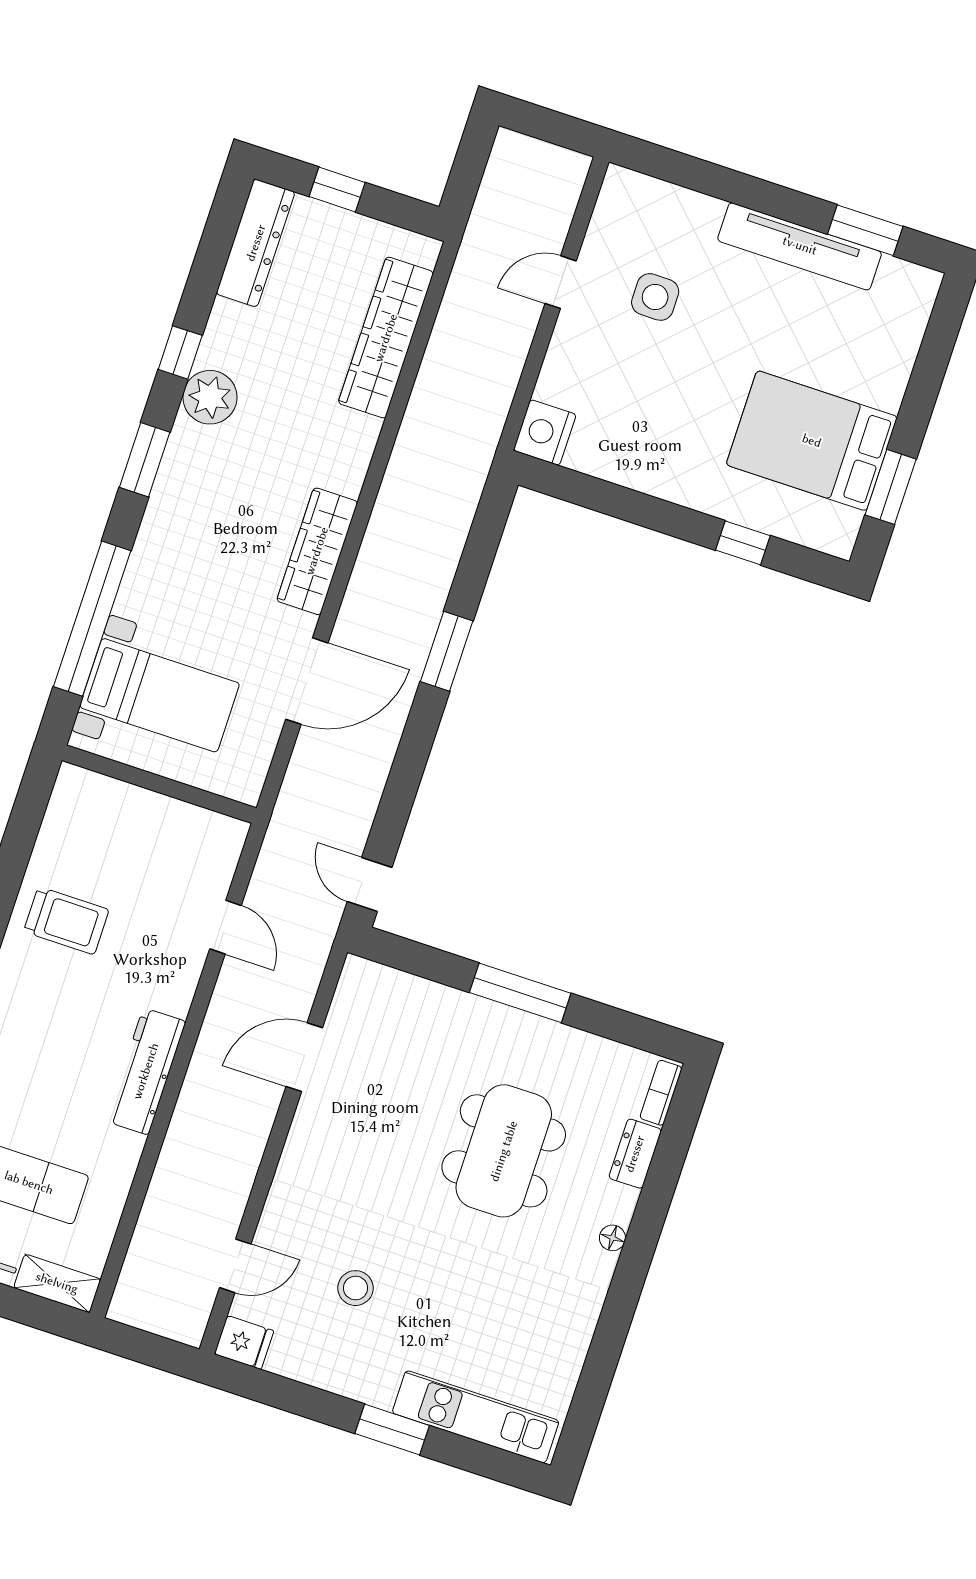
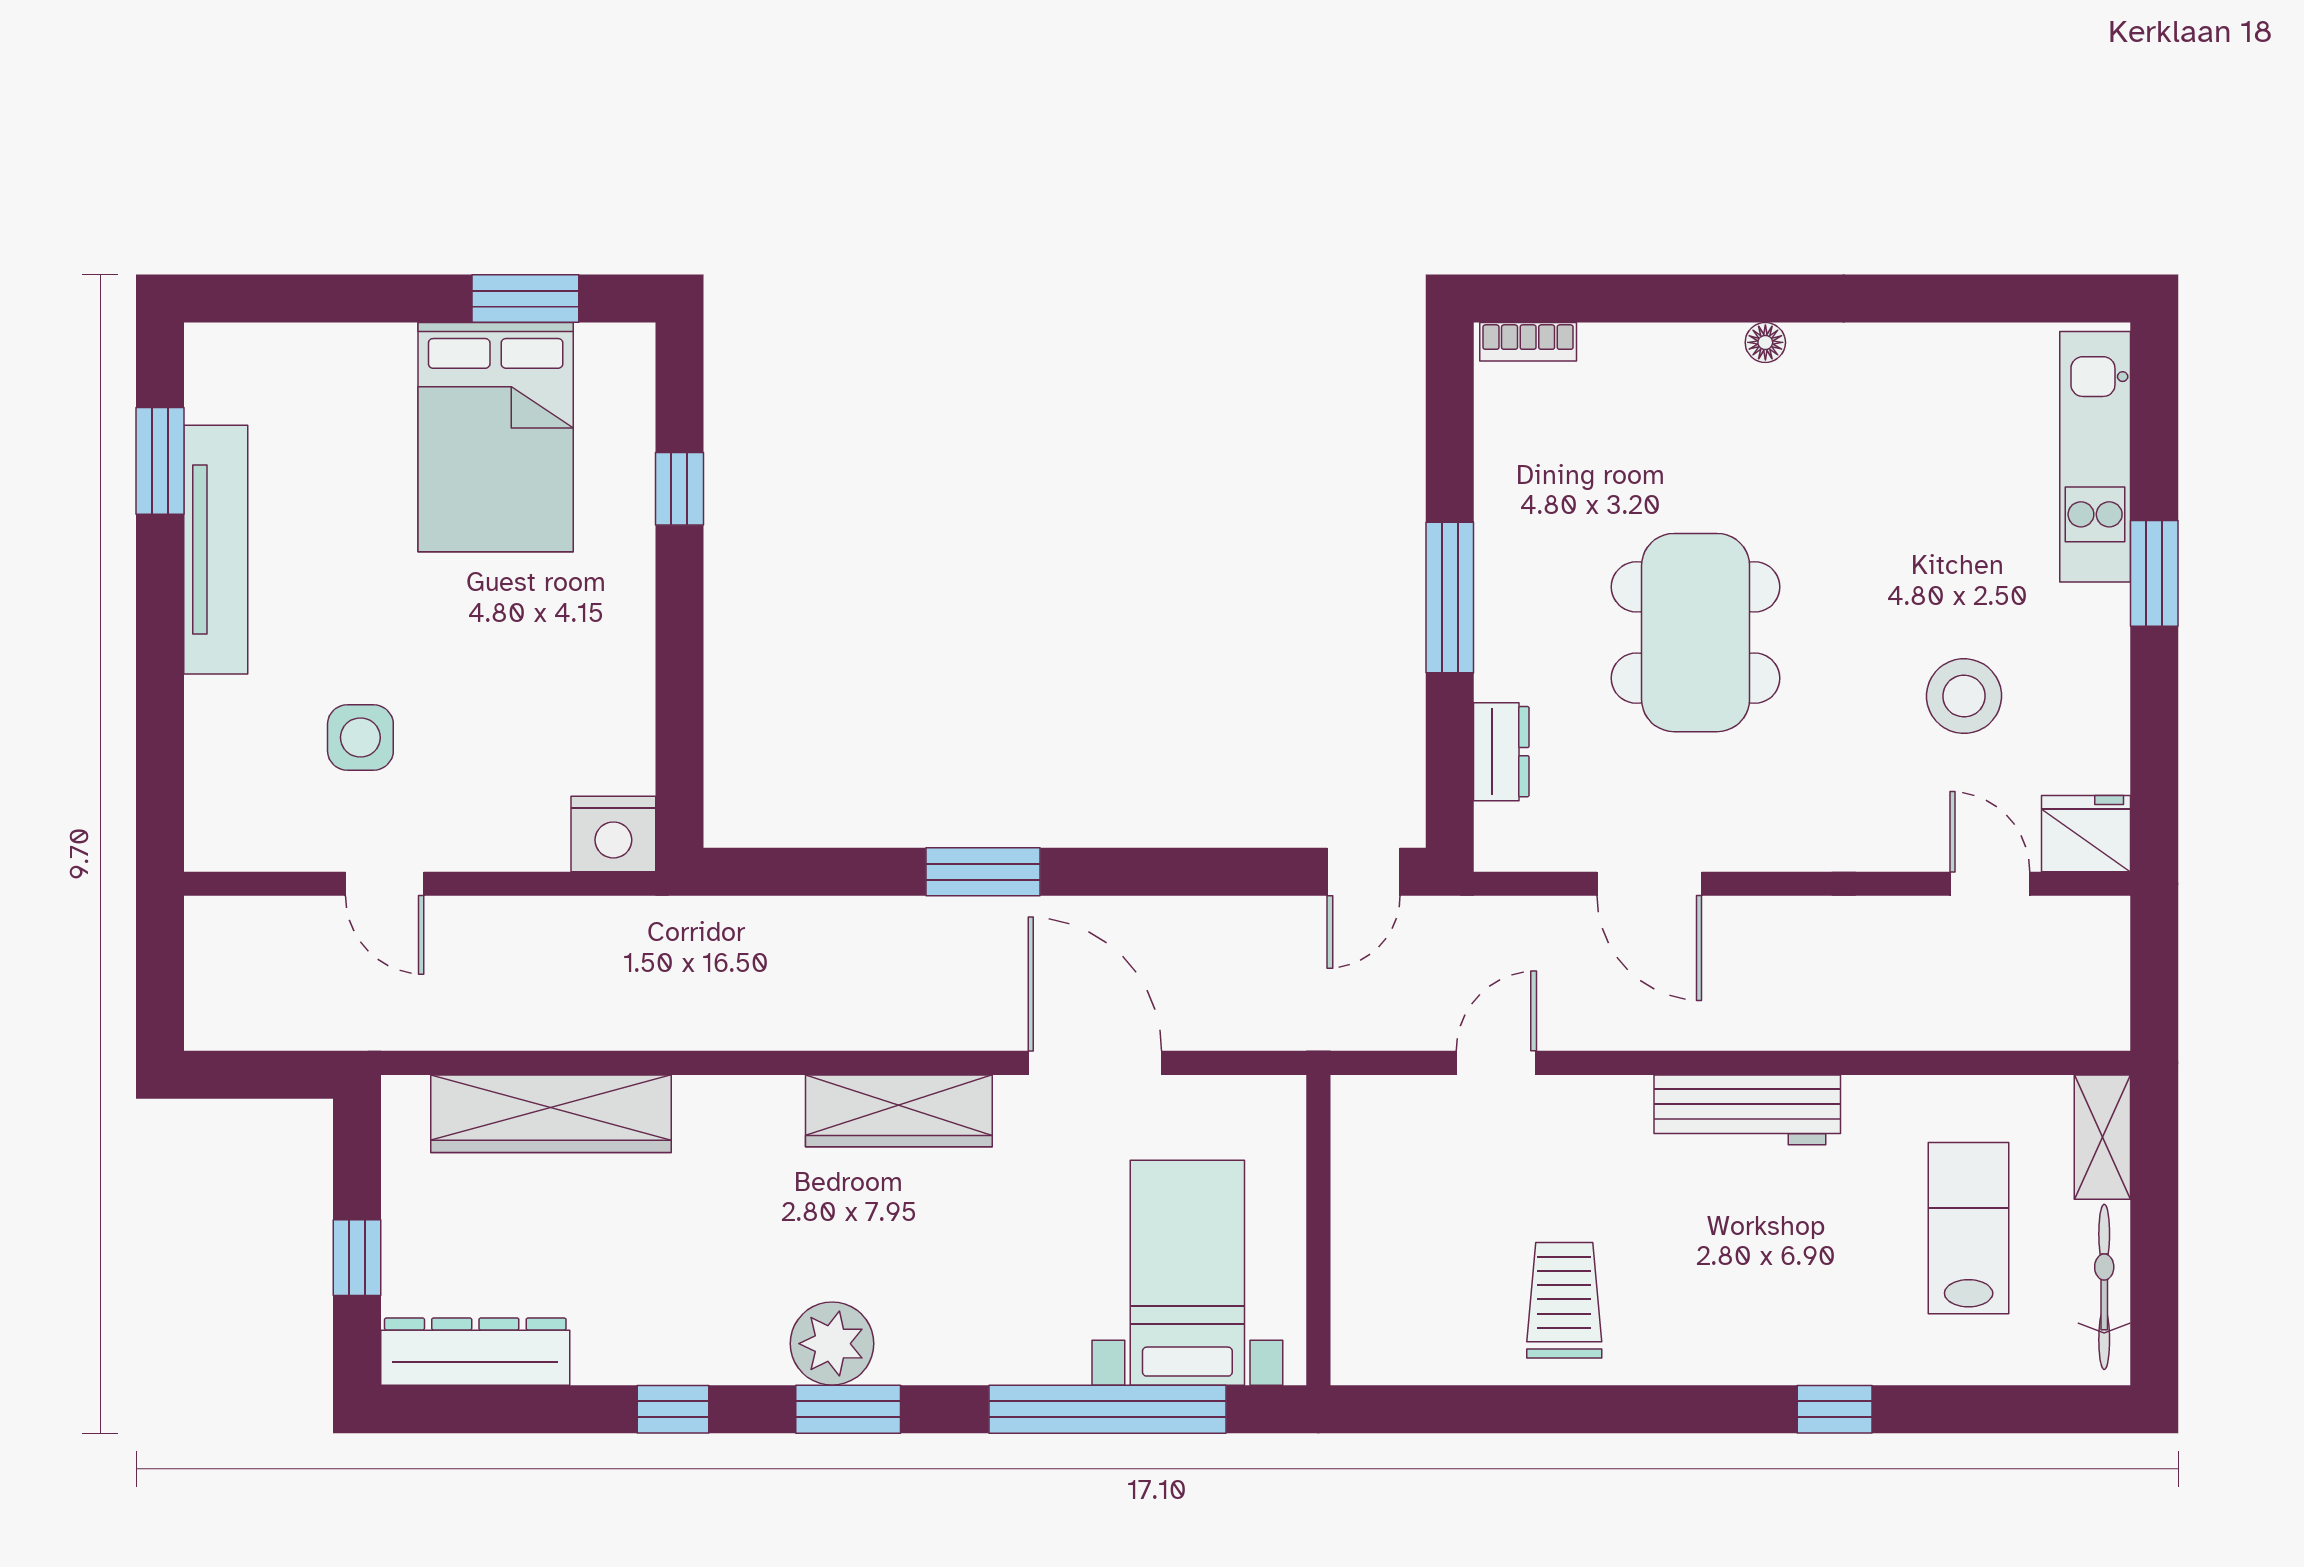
plant: (210, 397) -> (832, 1344), moved
dining table: (504, 1151) -> (1696, 633), moved, turned 90
dresser: (635, 1154) -> (1501, 752), moved, turned -90
stool: (356, 1288) -> (1964, 696), width x1.38, depth x1.38
fridge: (244, 1342) -> (2086, 834), width x1.38

